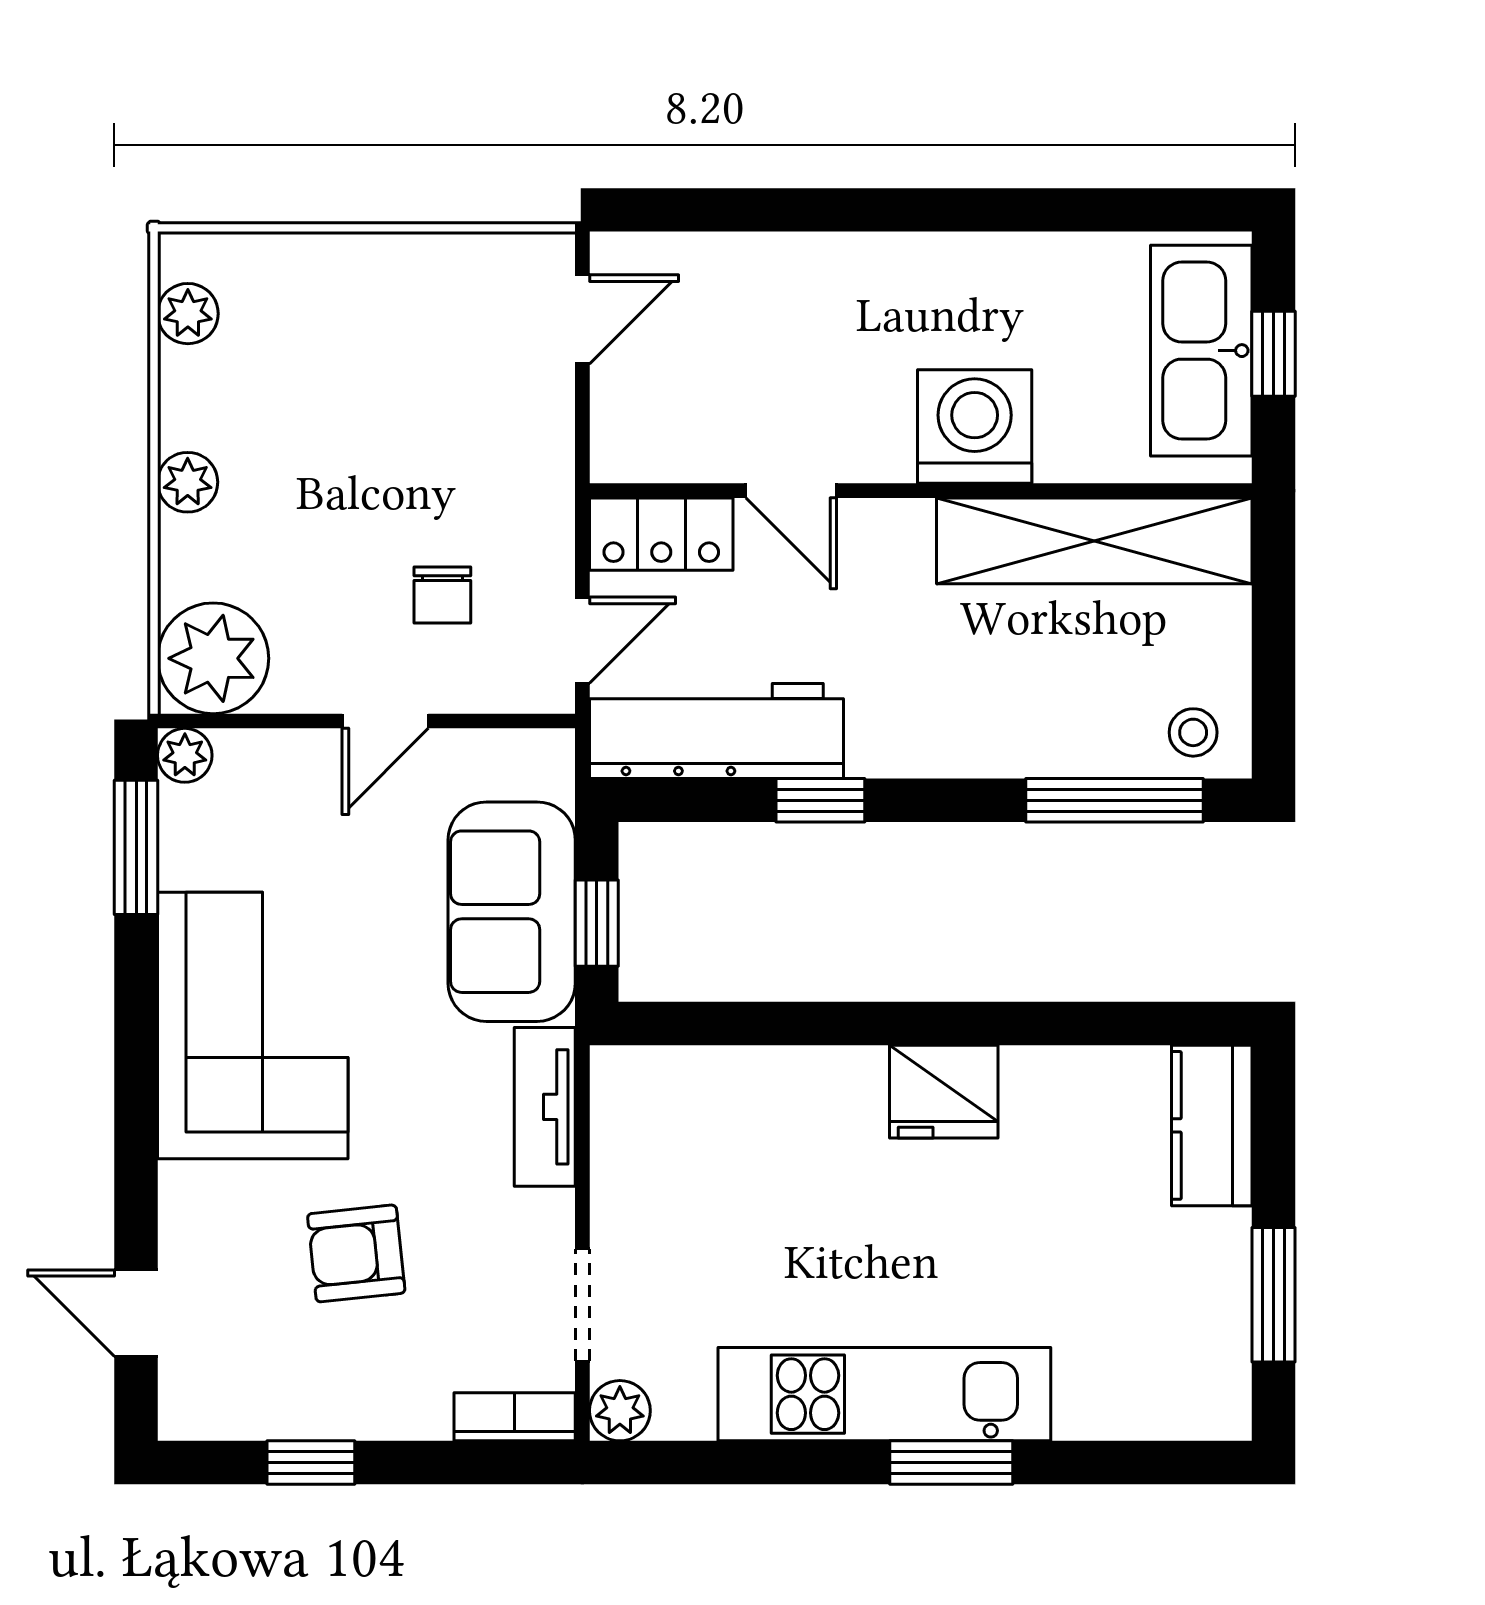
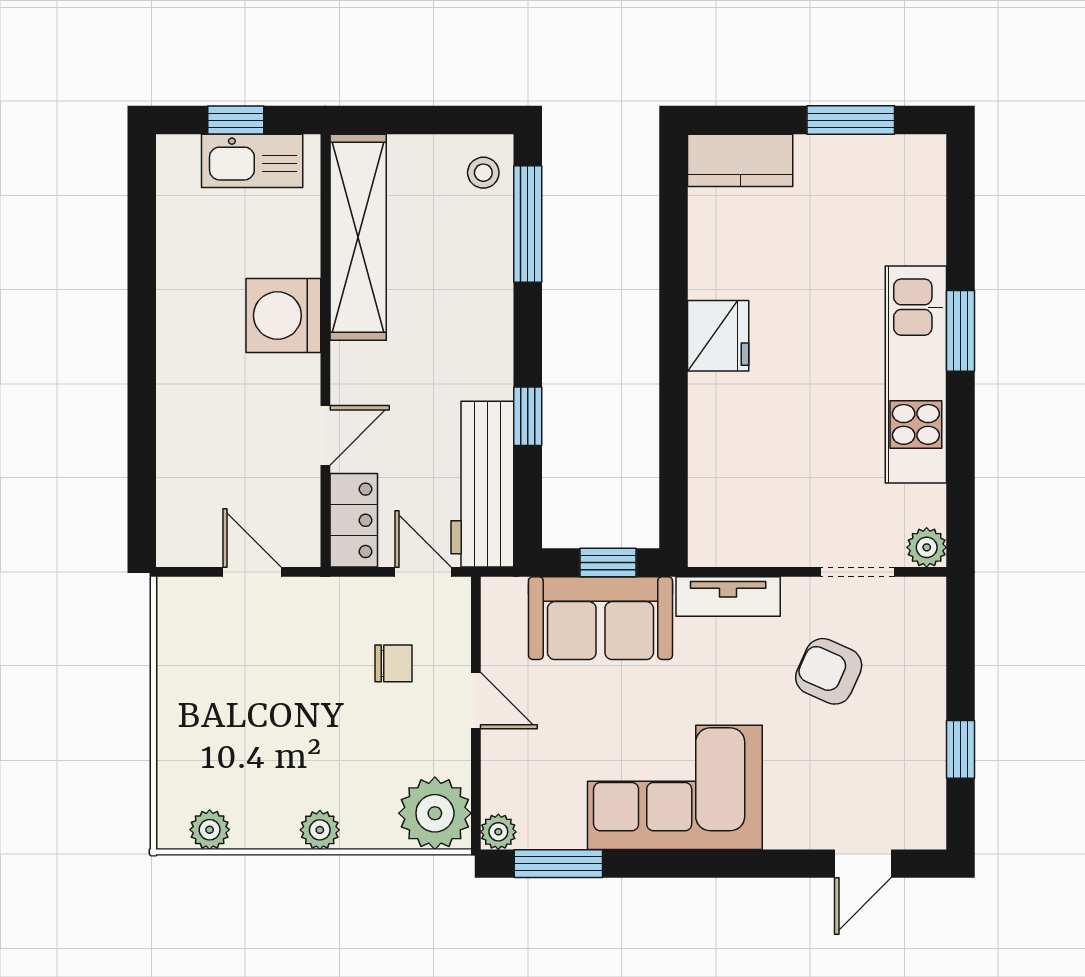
door: (582, 319) -> (252, 572), moved
kitchen sink: (1201, 351) -> (252, 161), width x0.73, depth x0.81
armchair: (356, 1253) -> (829, 671), moved, turned 120
bookcase: (515, 1417) -> (931, 616), removed

